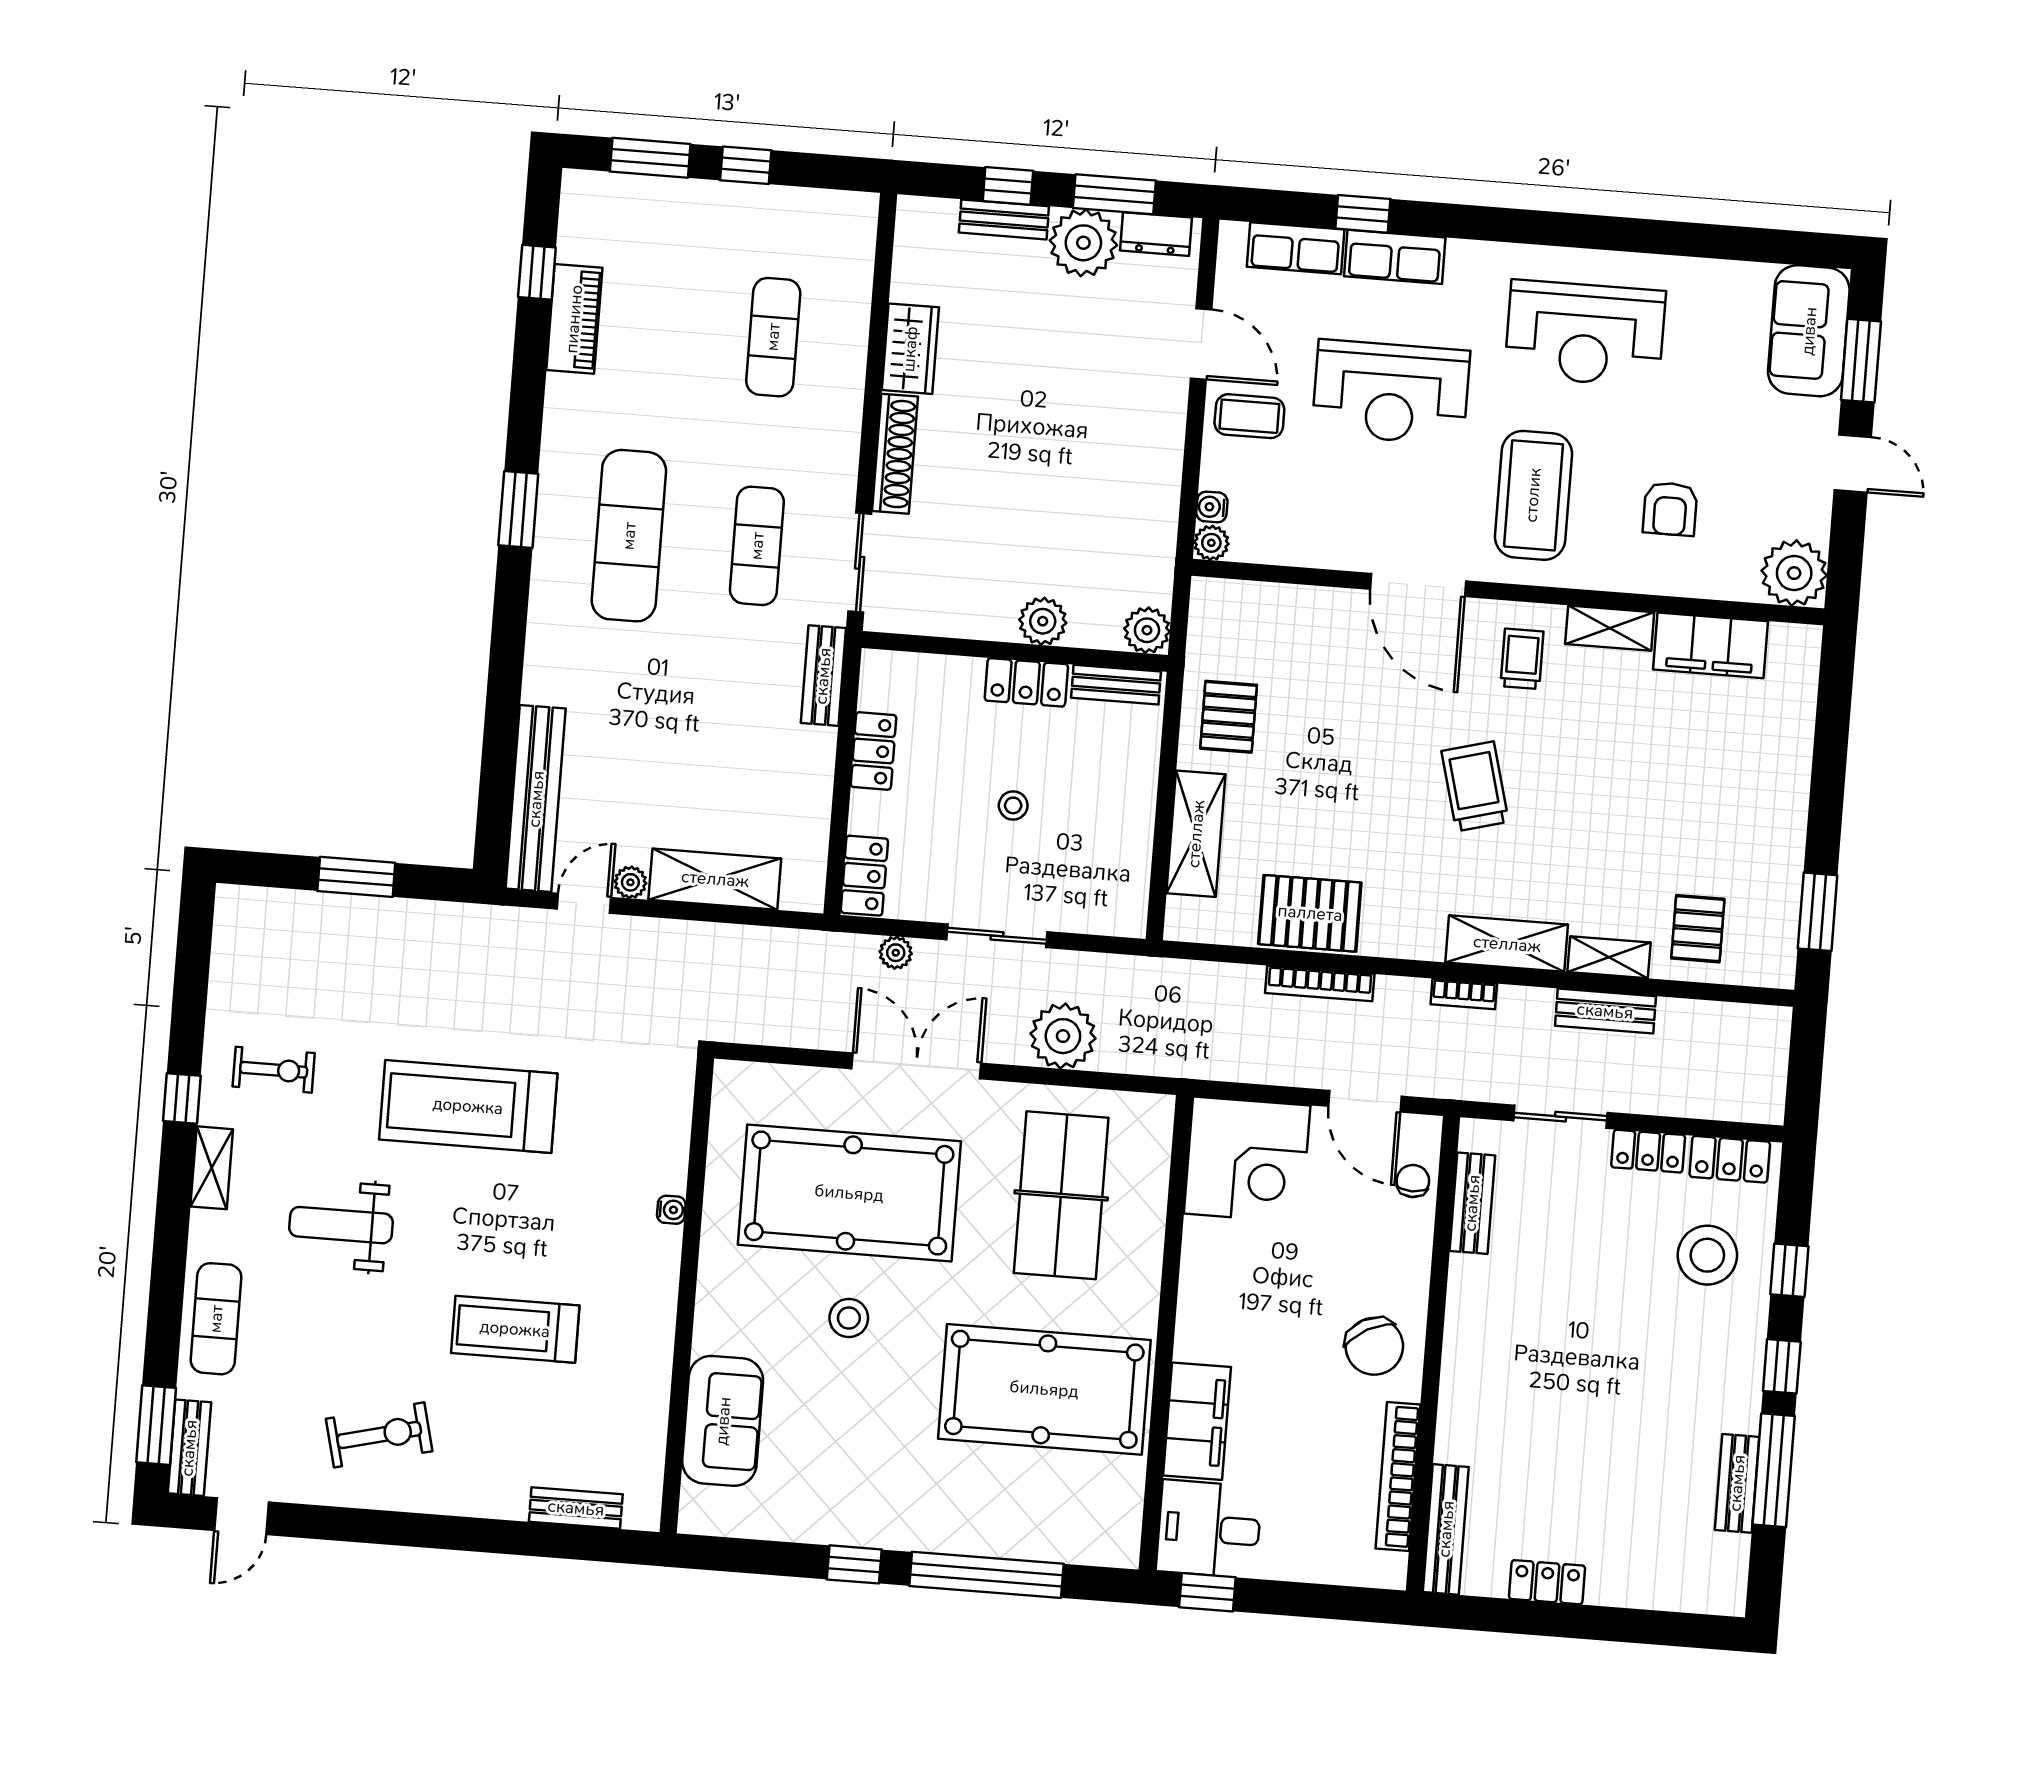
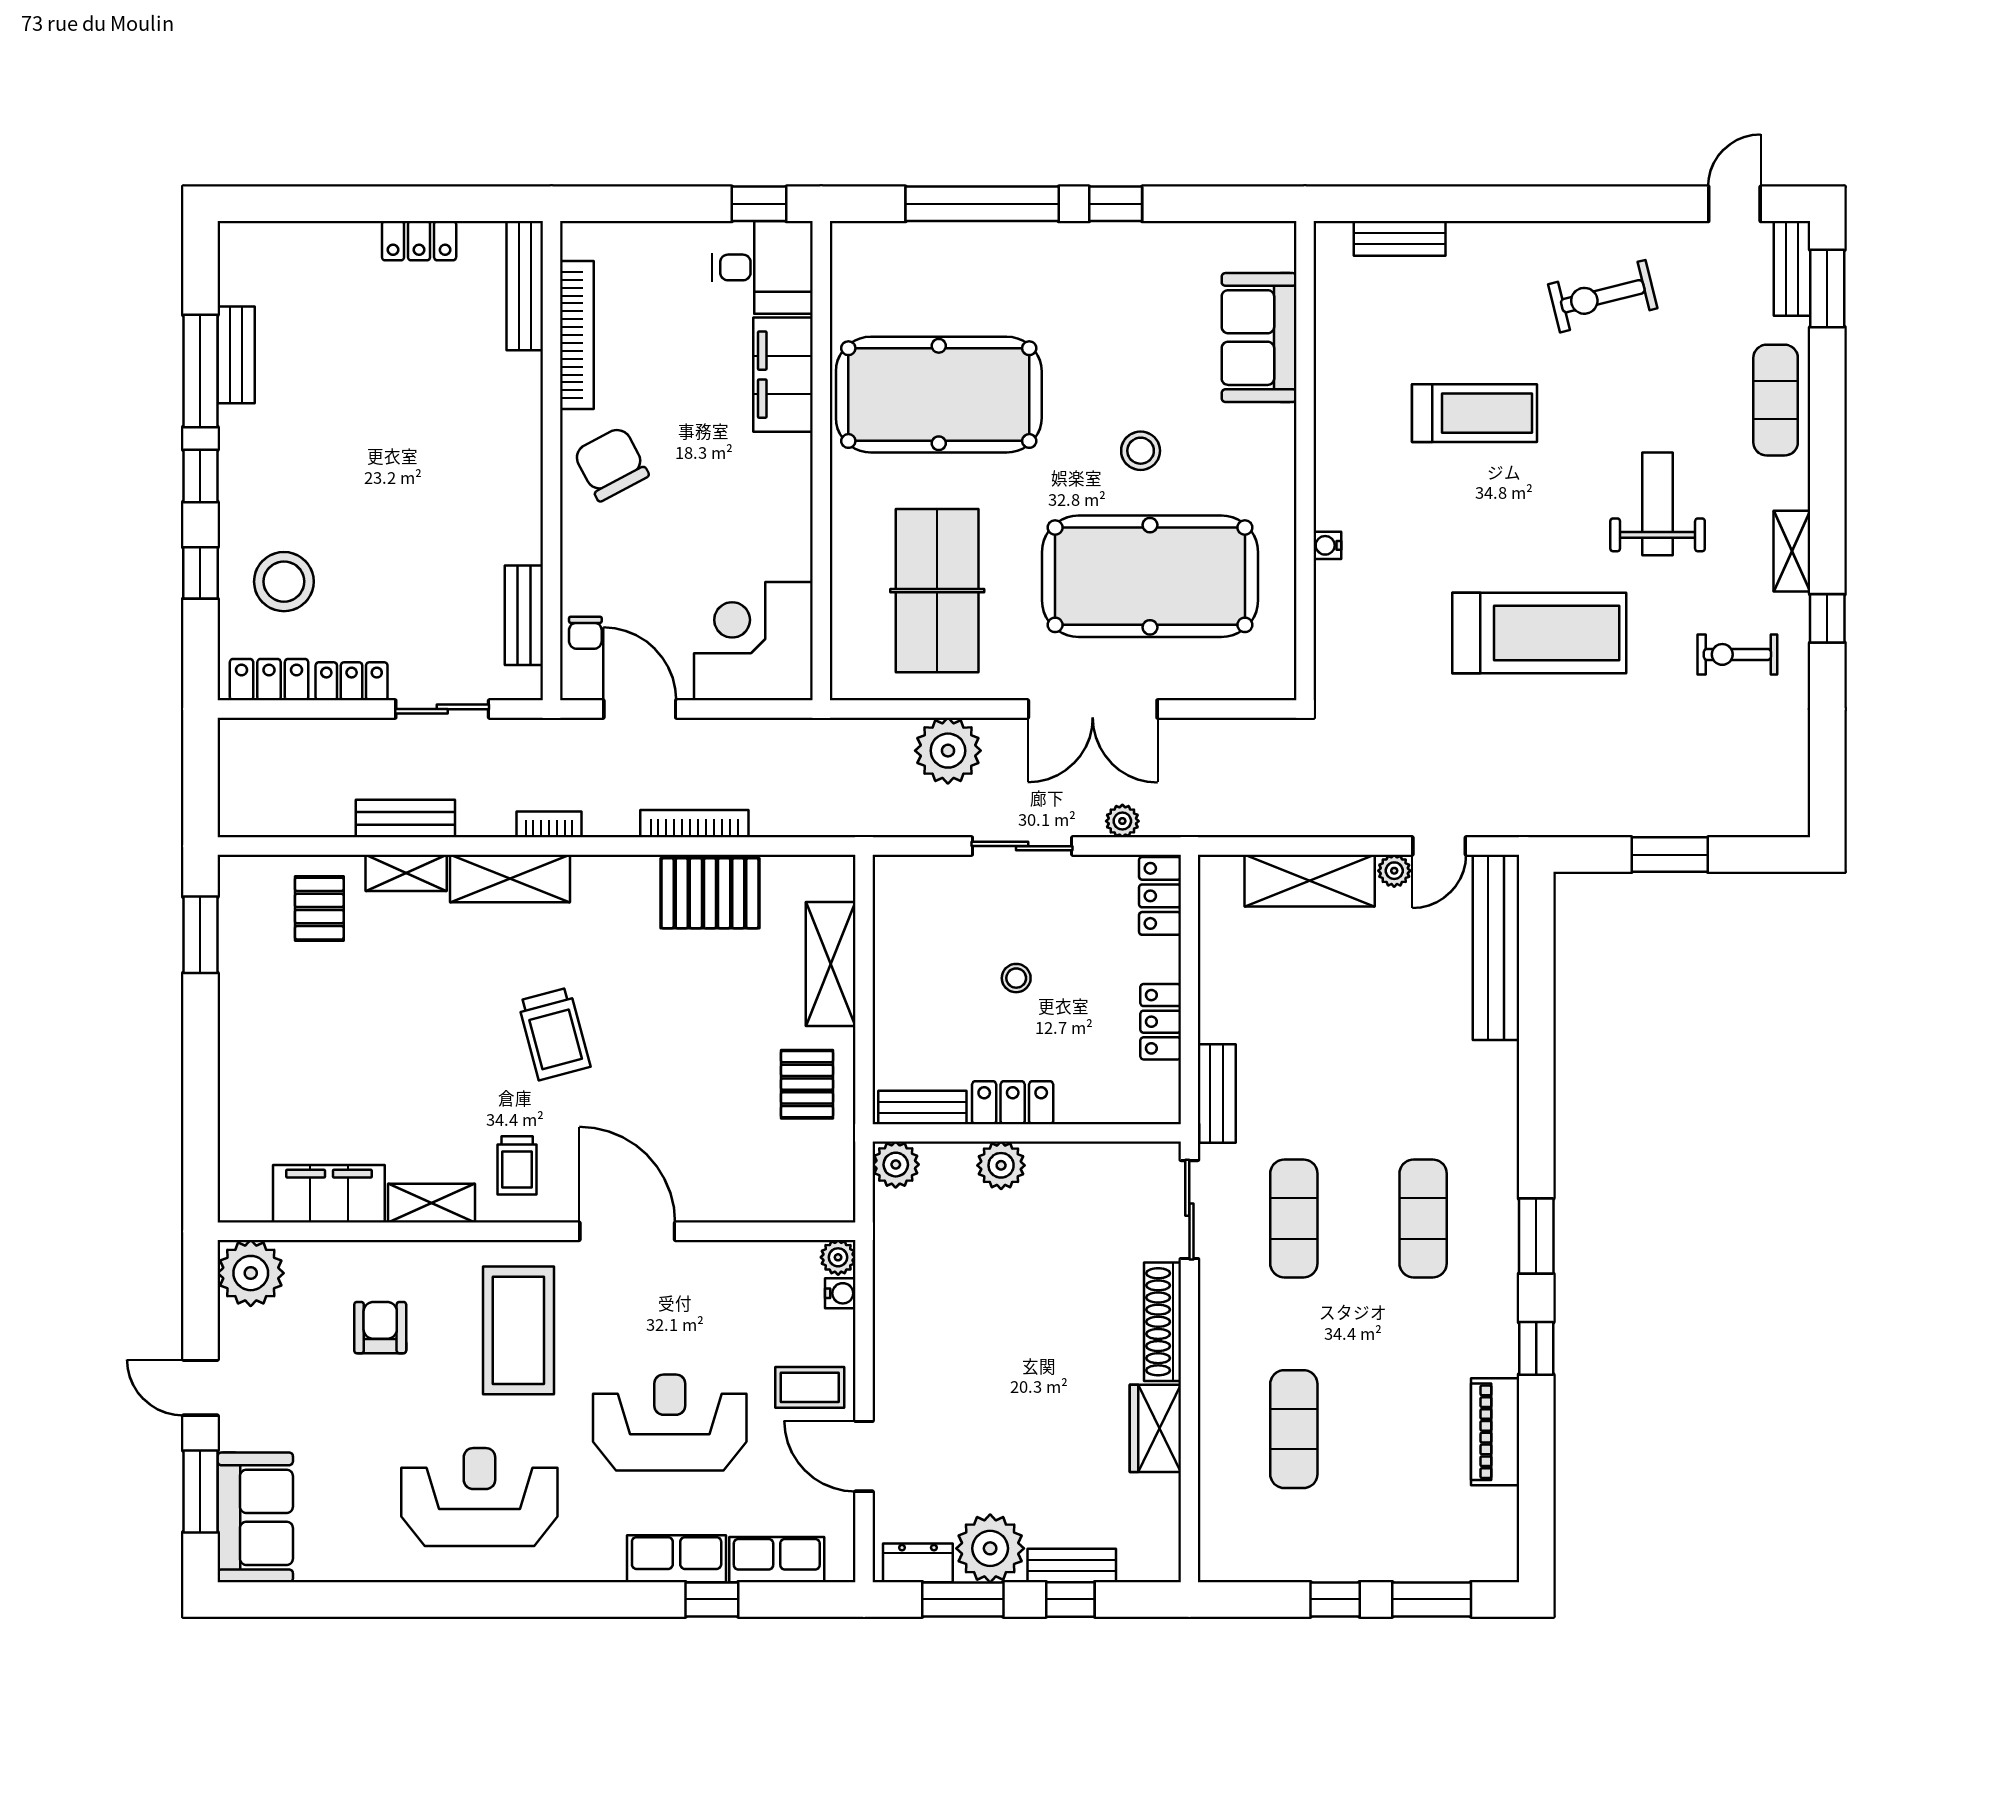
window: (537, 272) -> (1536, 1348), moved
exercise mat: (629, 536) -> (1423, 1218), width x0.73, depth x0.69
weight bench: (341, 1225) -> (1658, 504), turned -90

